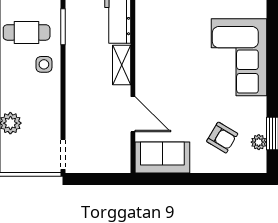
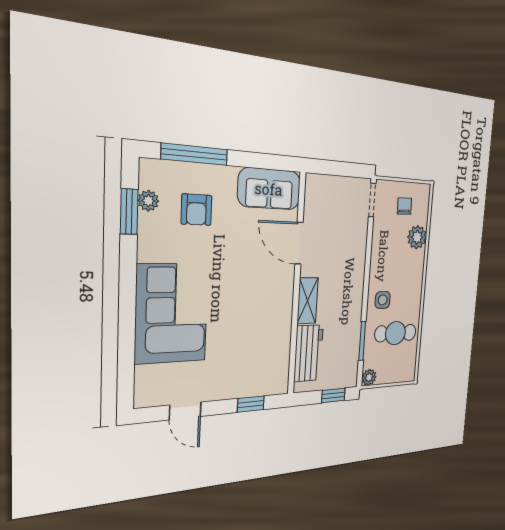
armchair: (222, 138) -> (196, 210), turned -121
chair: (28, 151) -> (404, 206), added
window: (225, 179) -> (195, 154), added

